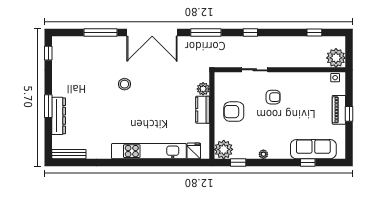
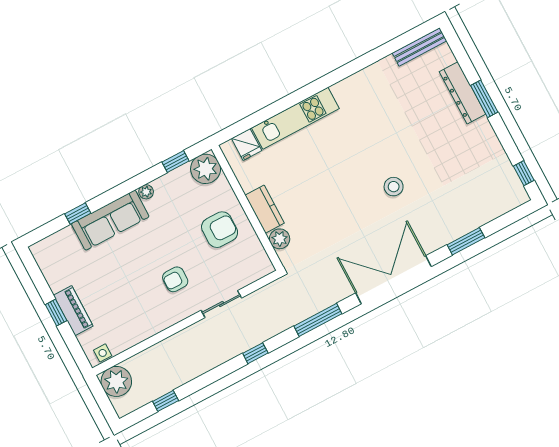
window: (100, 32) -> (466, 241), width x0.69
sofa: (313, 149) -> (110, 220), moved
kitchen unit: (149, 151) -> (295, 118), width x0.73

